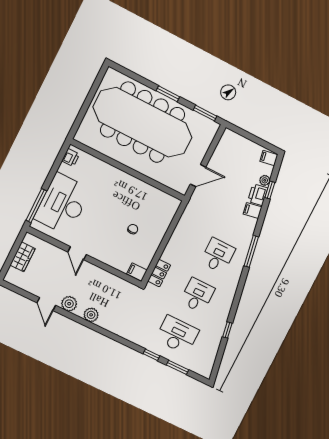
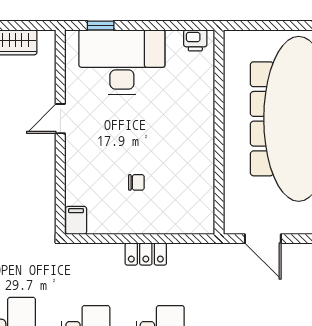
window: (36, 206) -> (101, 26), width x0.46
locker: (159, 273) -> (146, 254), moved

